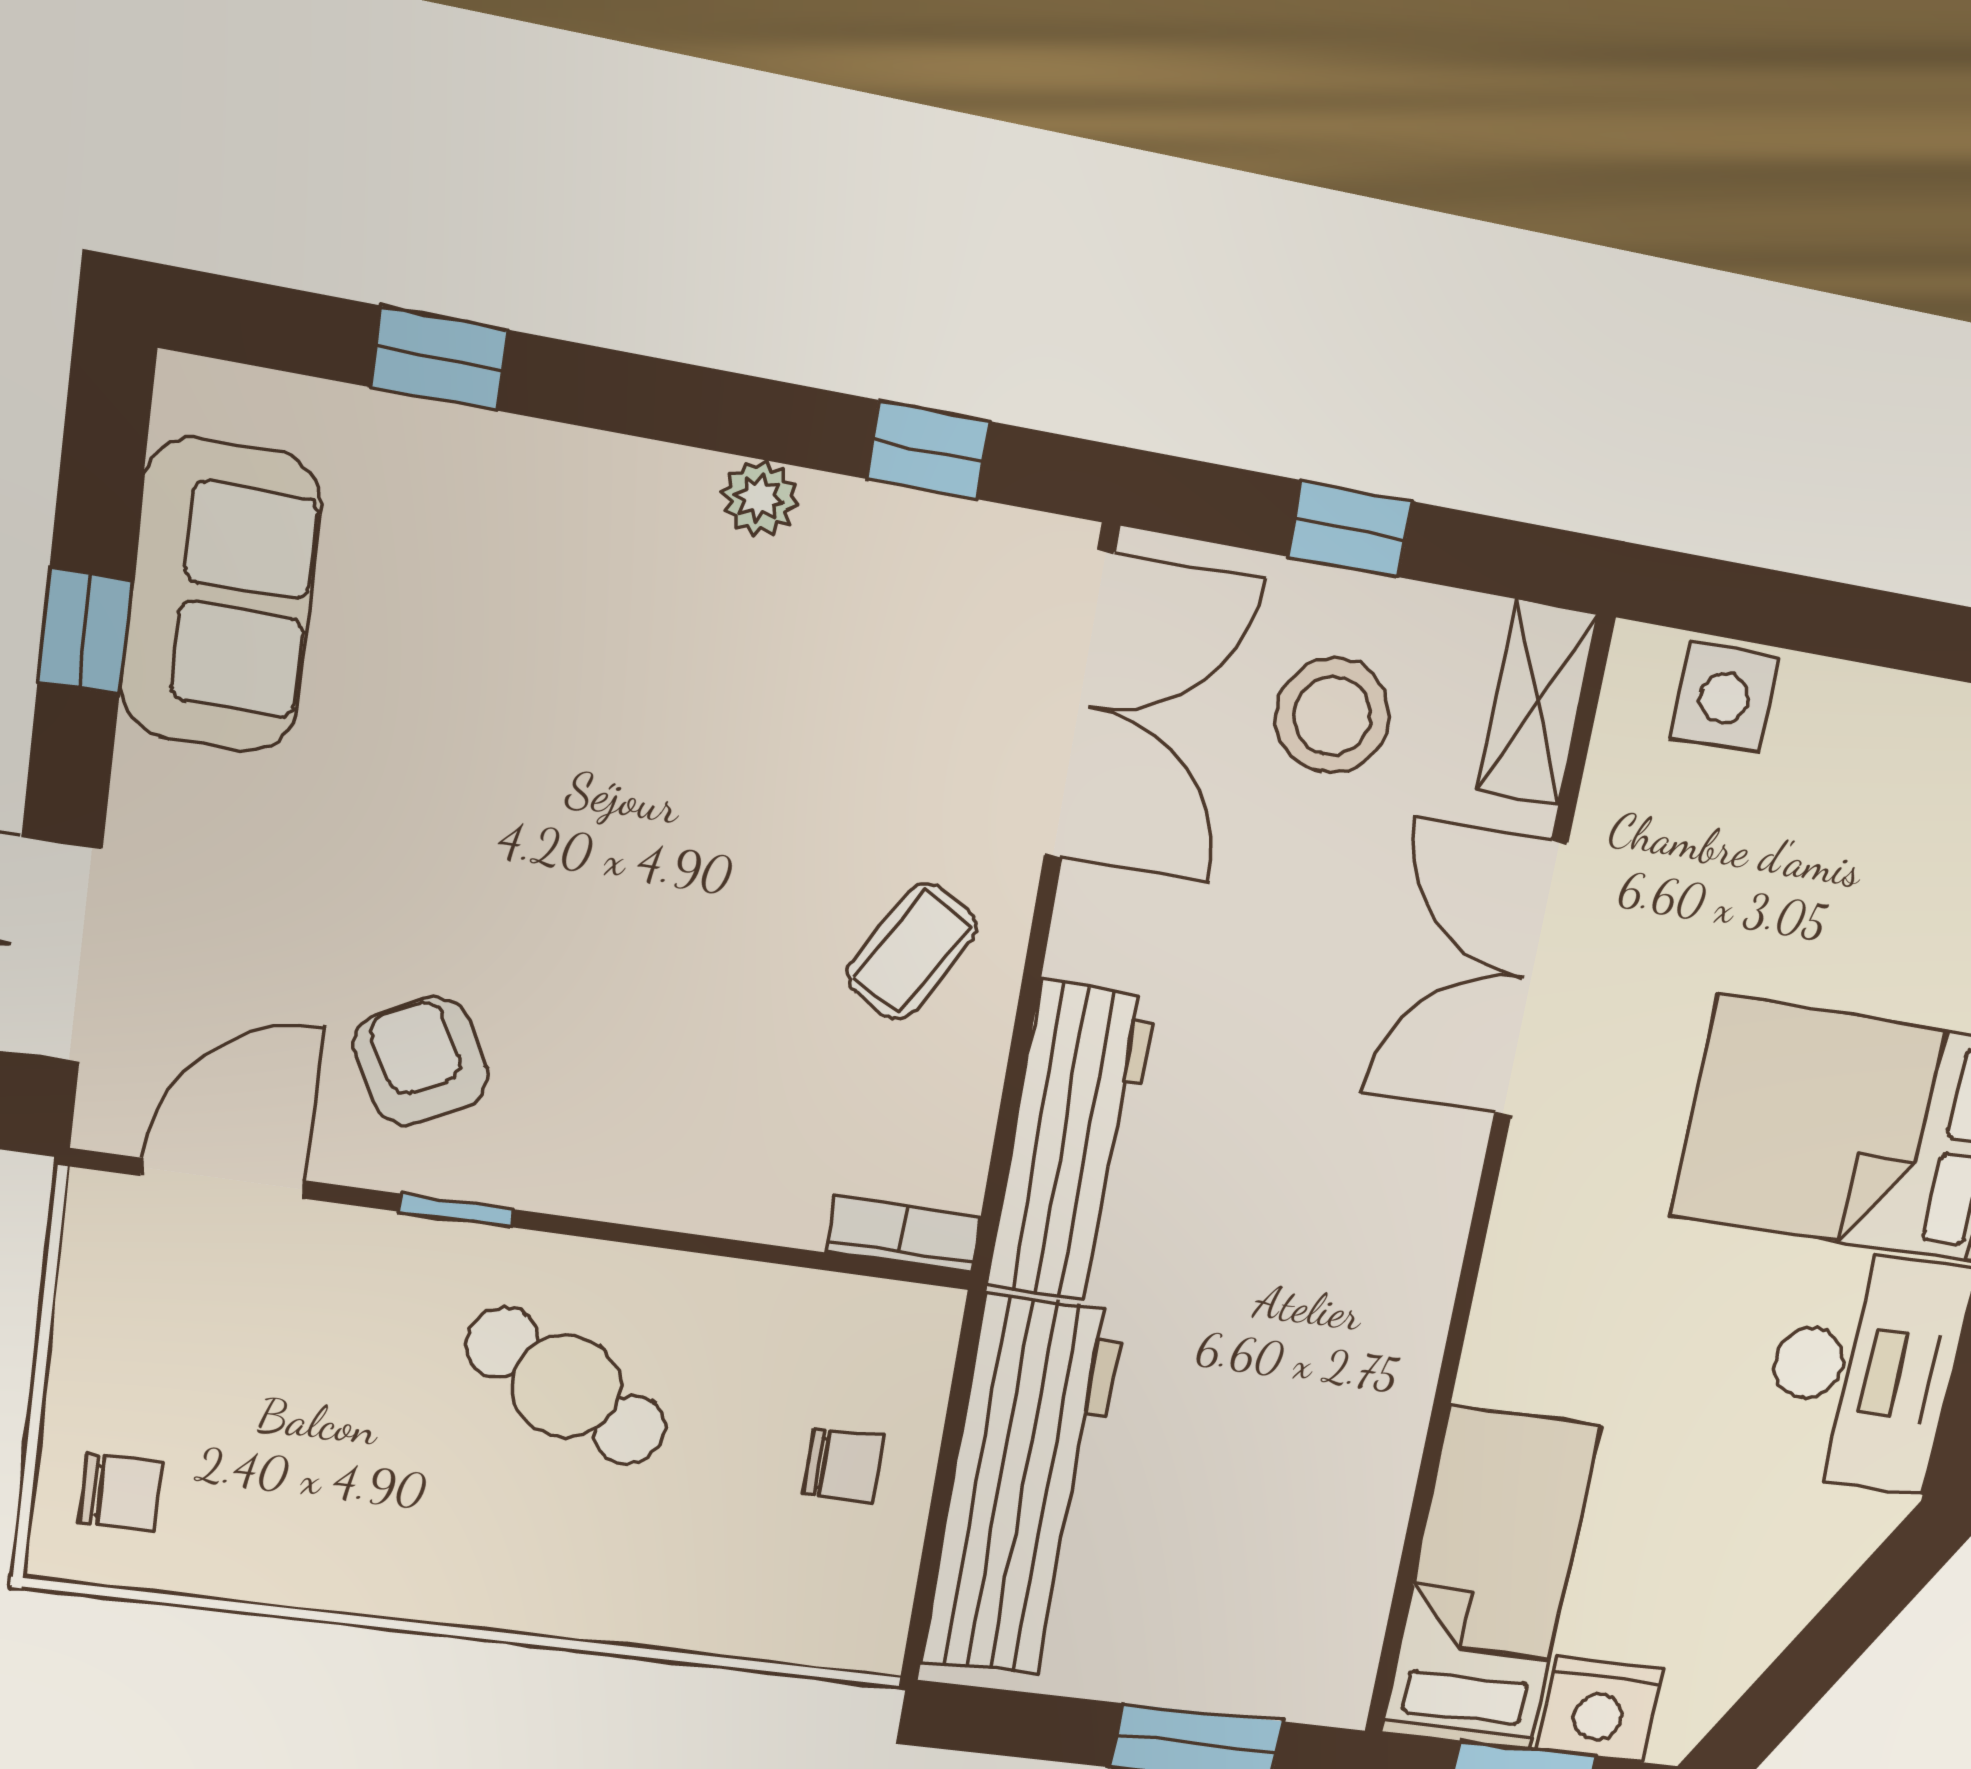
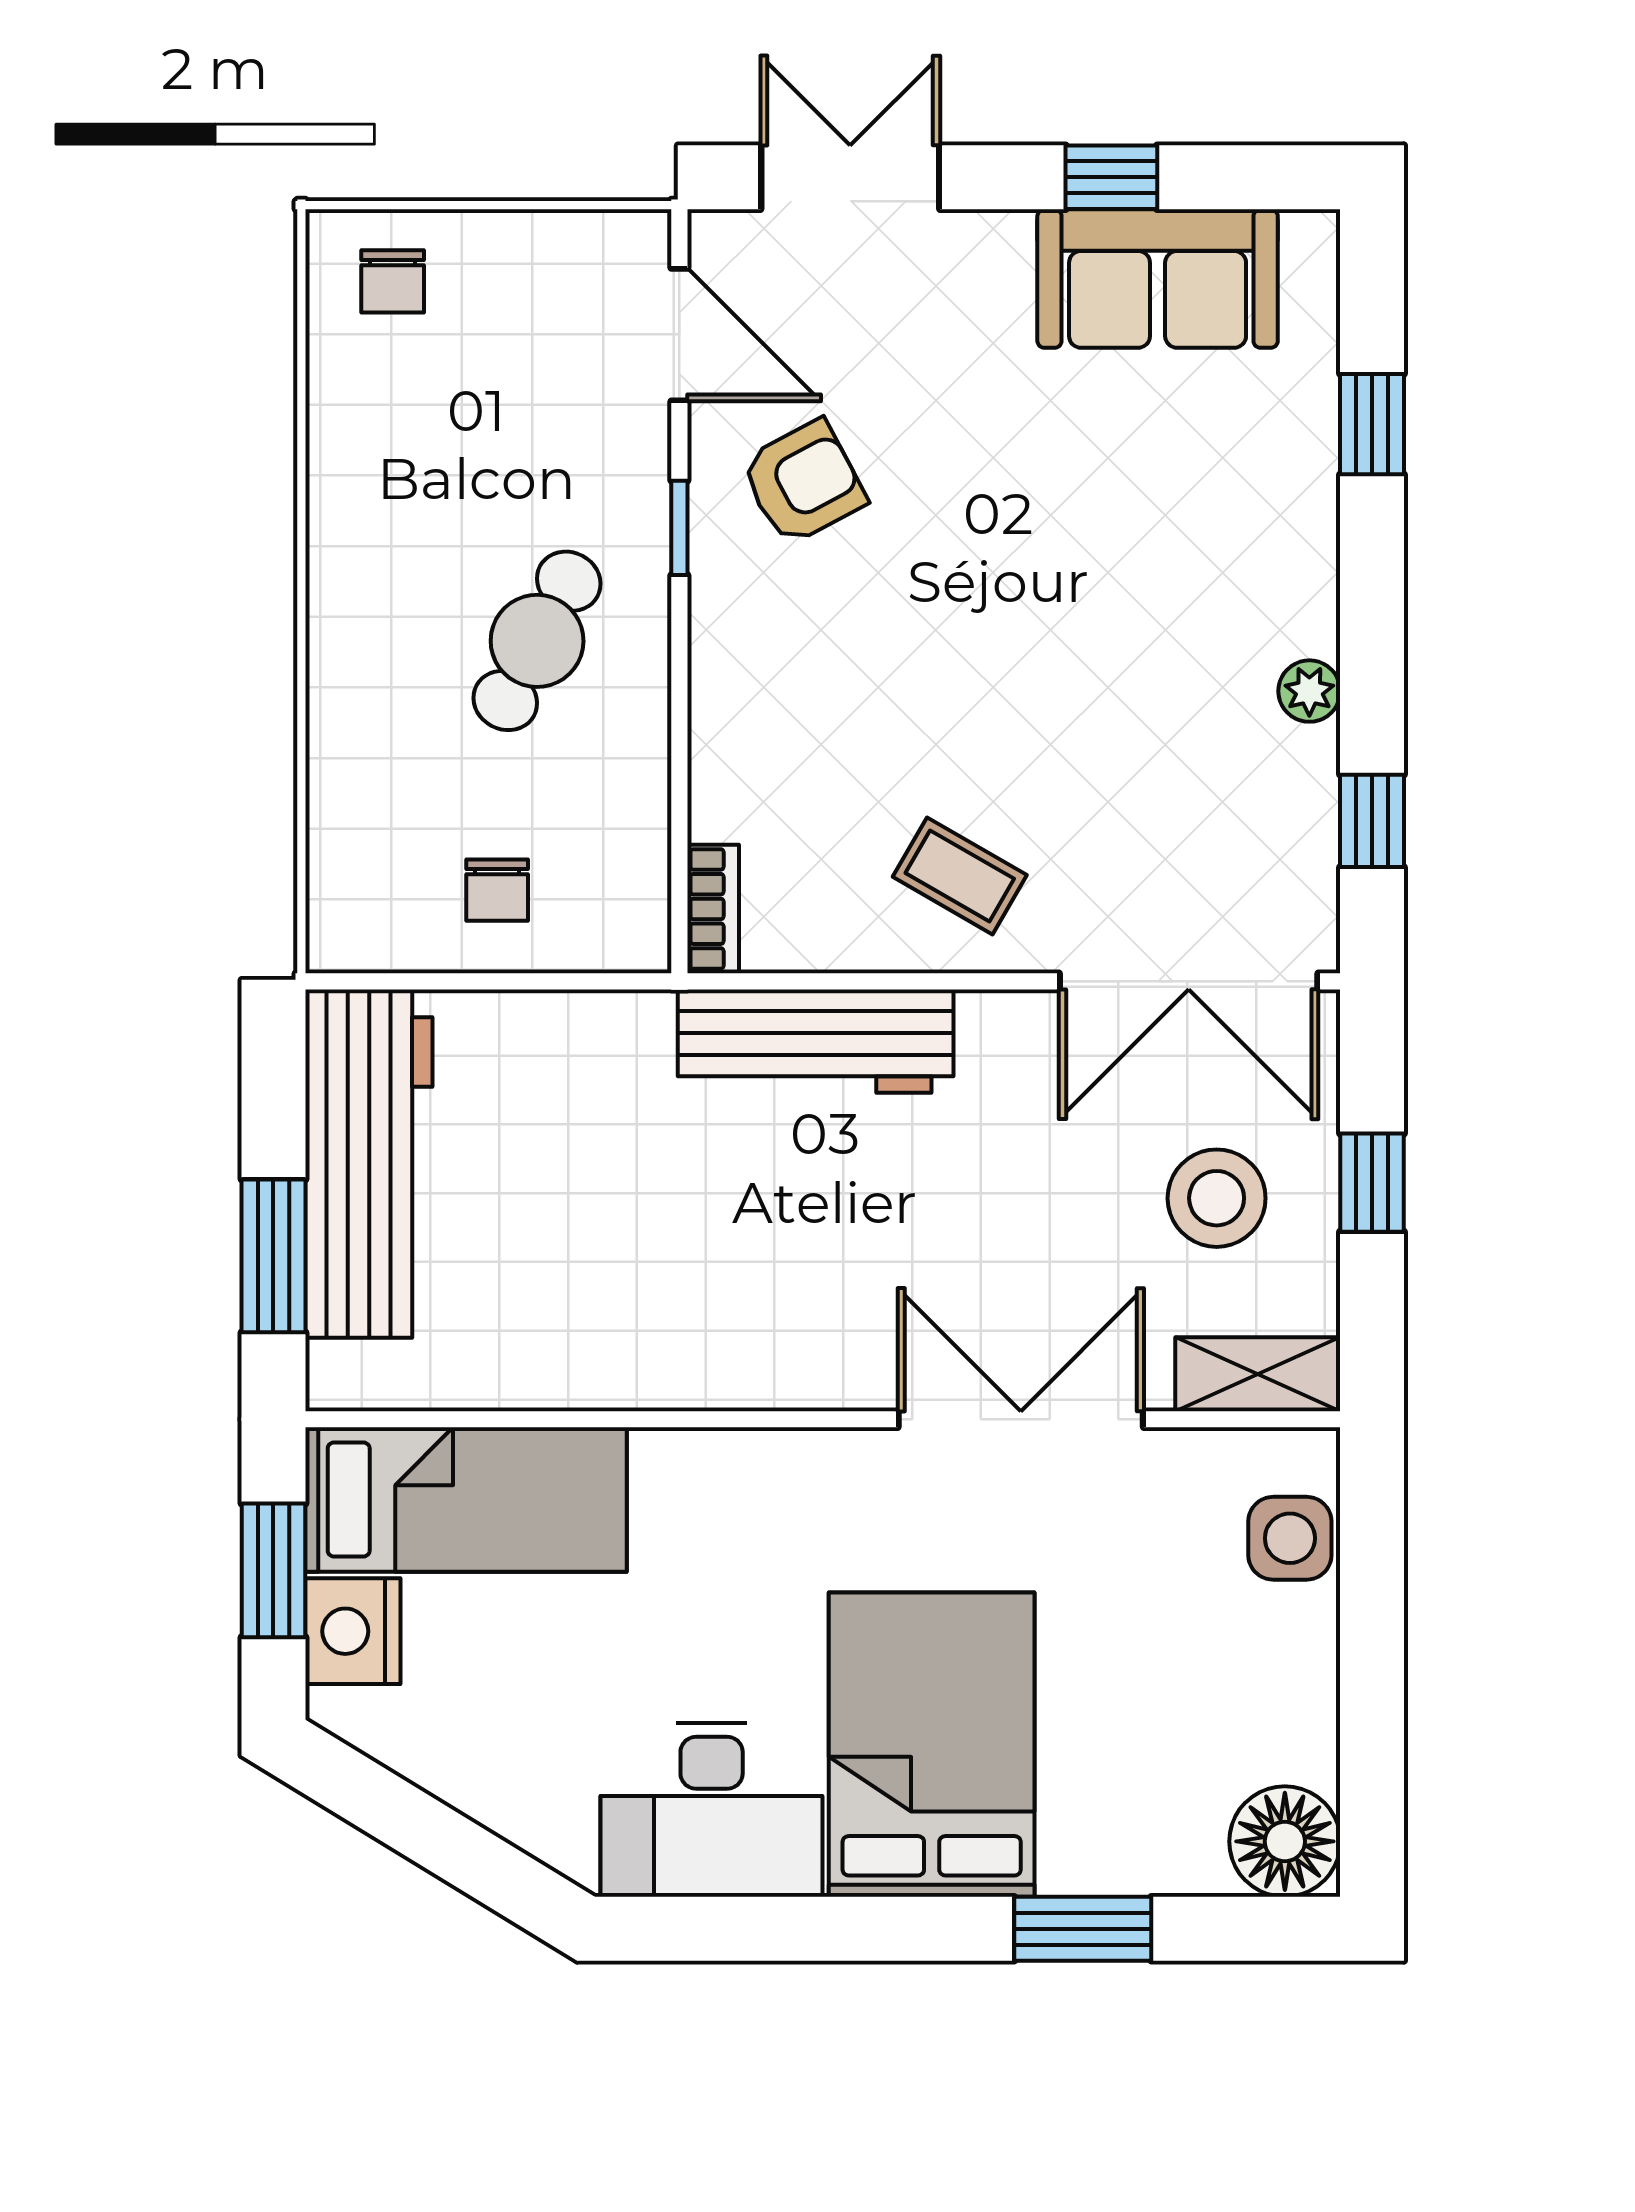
workbench: (1023, 1488) -> (369, 1164), moved, turned -90

